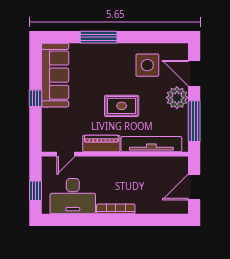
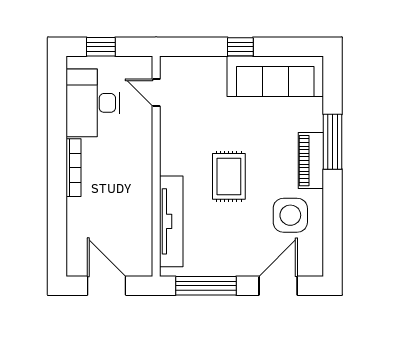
plant: (177, 98) -> (241, 260), removed
piano: (101, 144) -> (311, 161), moved, turned 180

